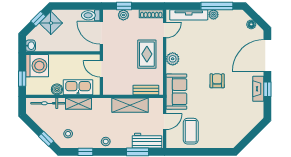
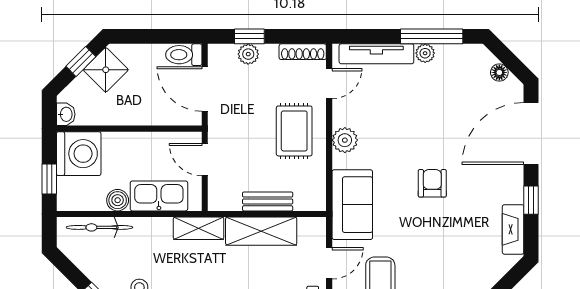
fireplace: (258, 89) -> (513, 229), moved
bench: (146, 90) -> (268, 201), moved
shelving: (78, 104) -> (199, 228), moved

